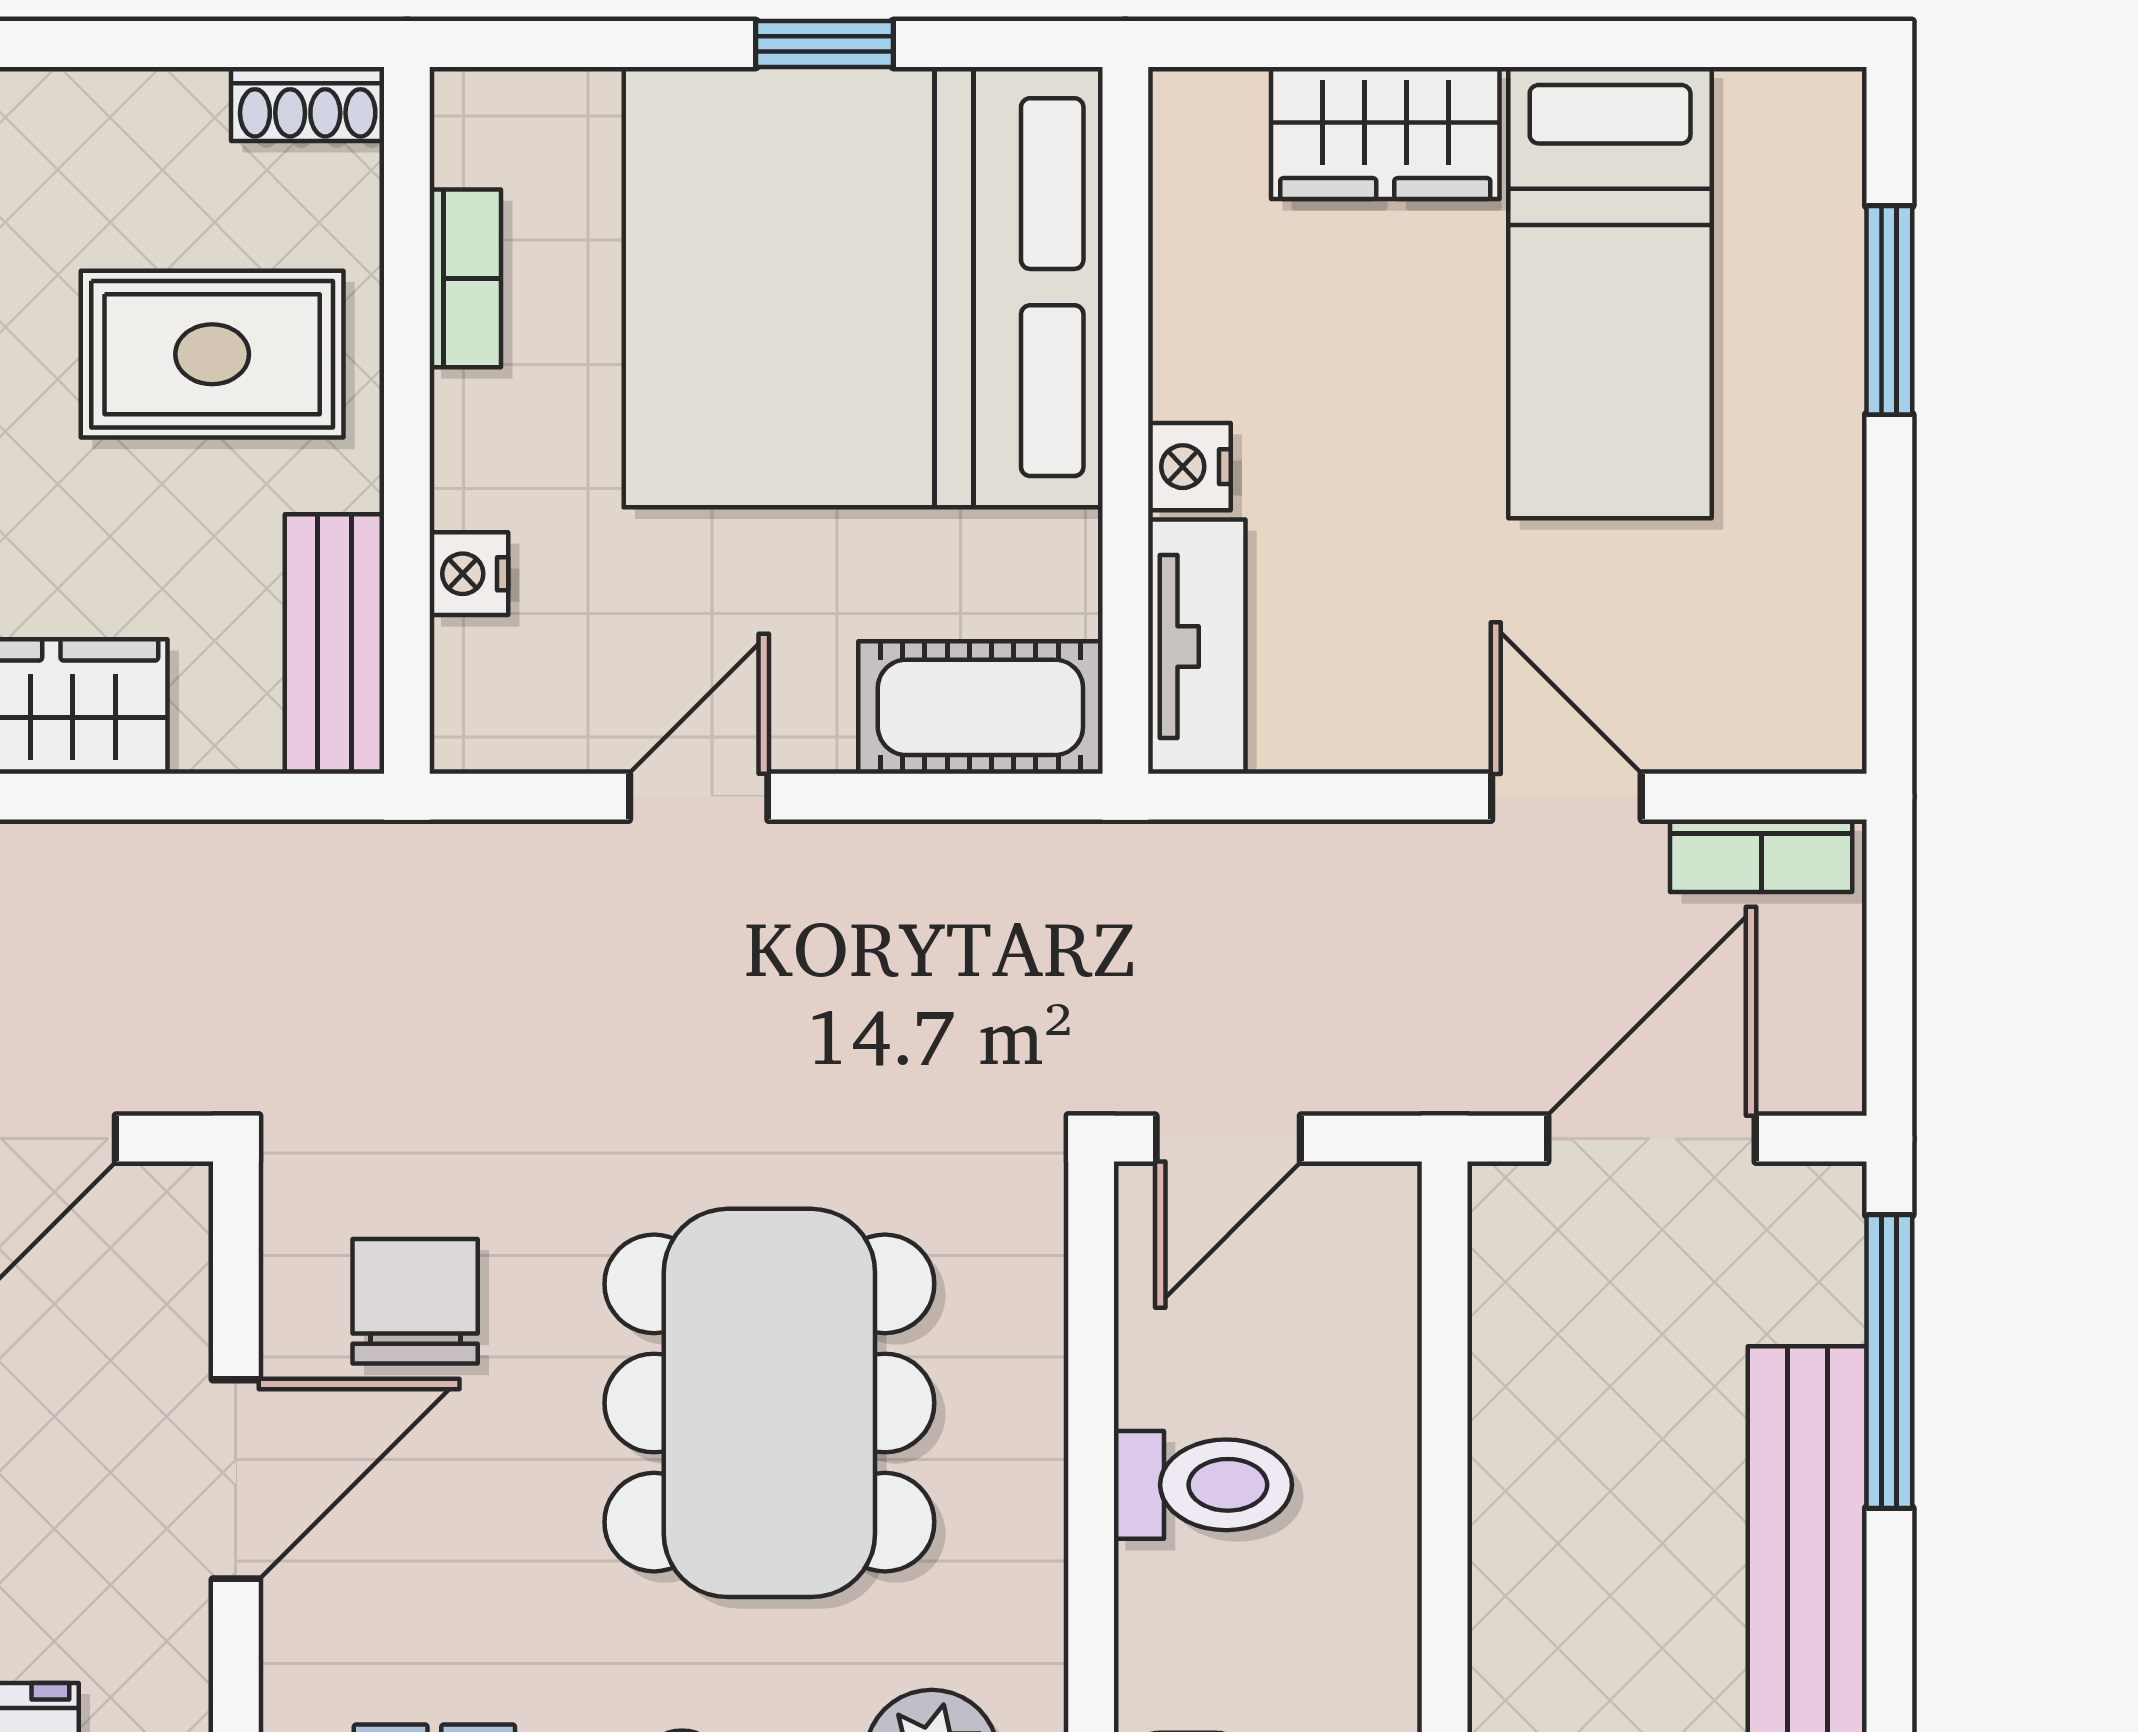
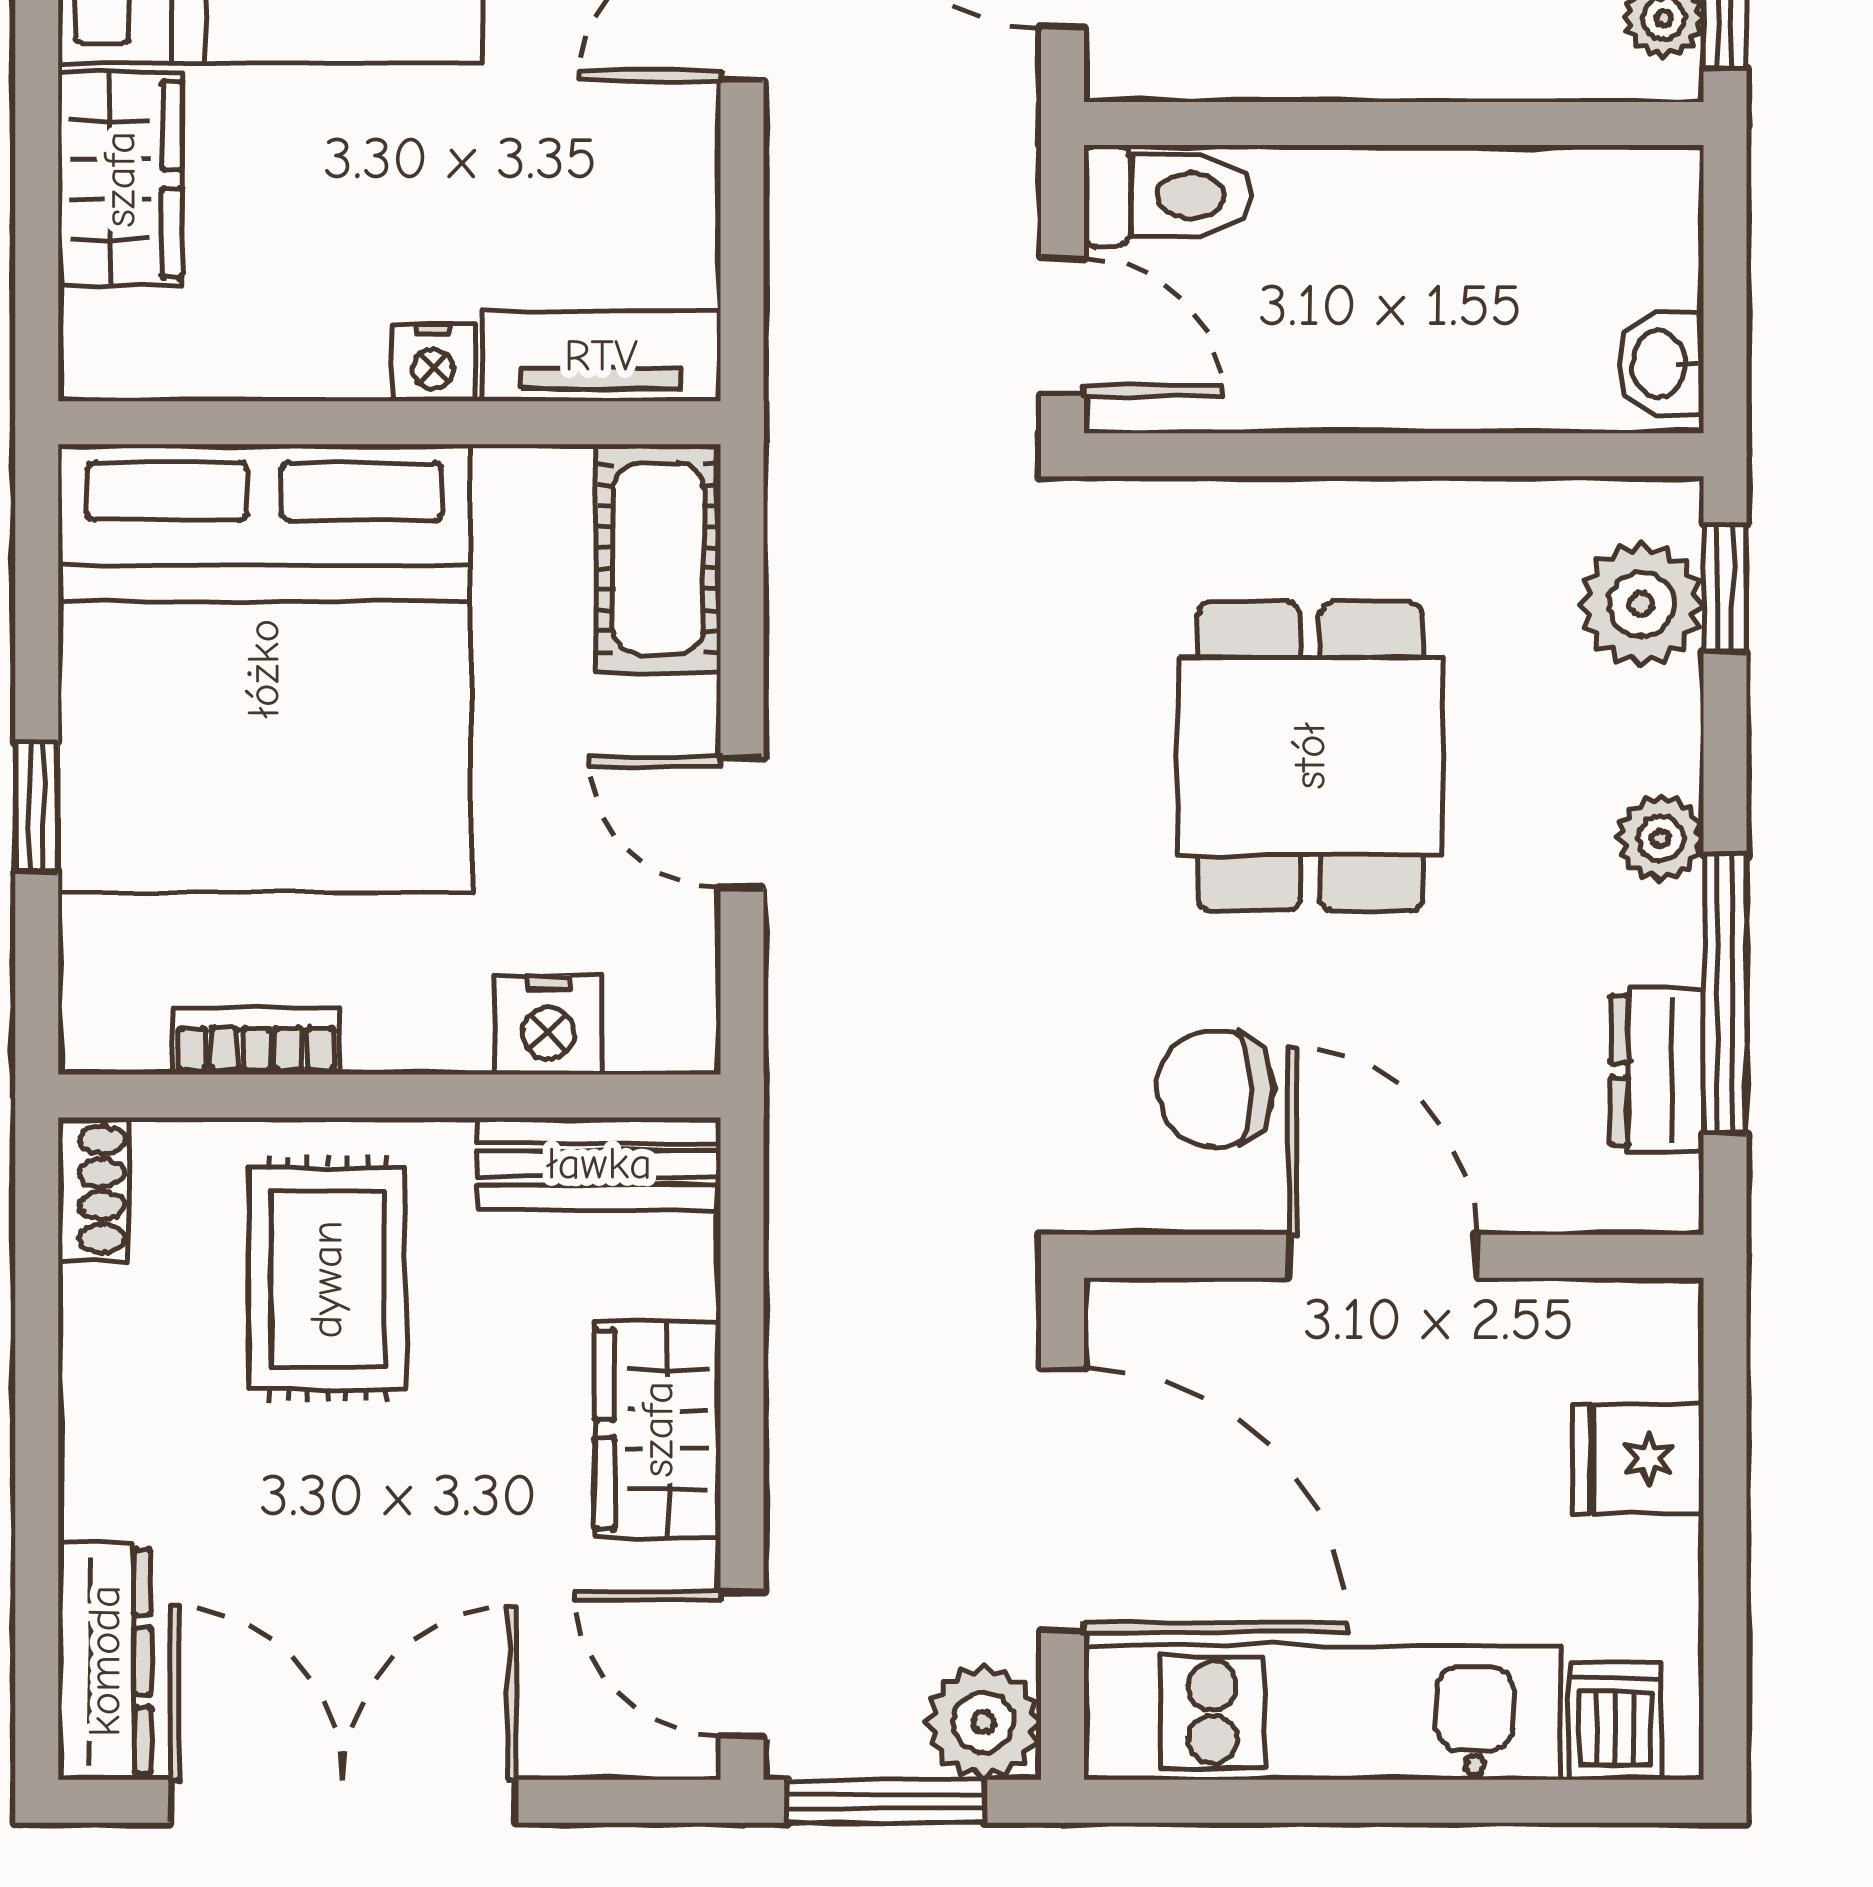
window: (824, 44) -> (37, 807), moved
nightstand: (469, 574) -> (548, 1025), width x1.39, depth x1.35
dining table: (769, 1403) -> (1310, 756), width x0.73
toilet: (1203, 1485) -> (1167, 196), moved, turned 90

